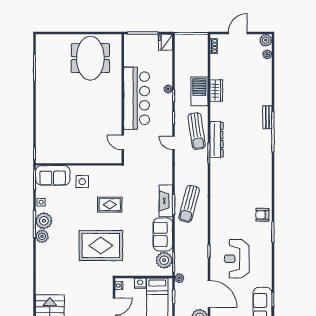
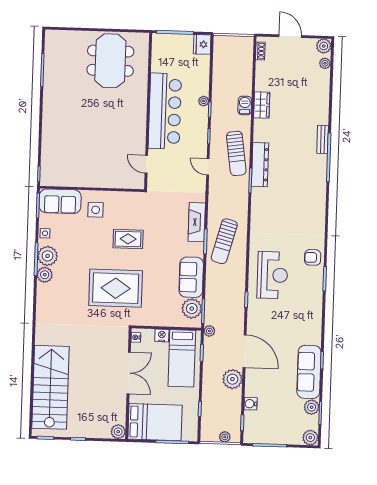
door: (238, 33) -> (290, 36), hinge flipped
barbecue: (199, 91) -> (245, 105), width x0.53, depth x0.65
fireplace: (166, 201) -> (197, 222), moved
reception desk: (237, 259) -> (272, 275), moved, turned 180

